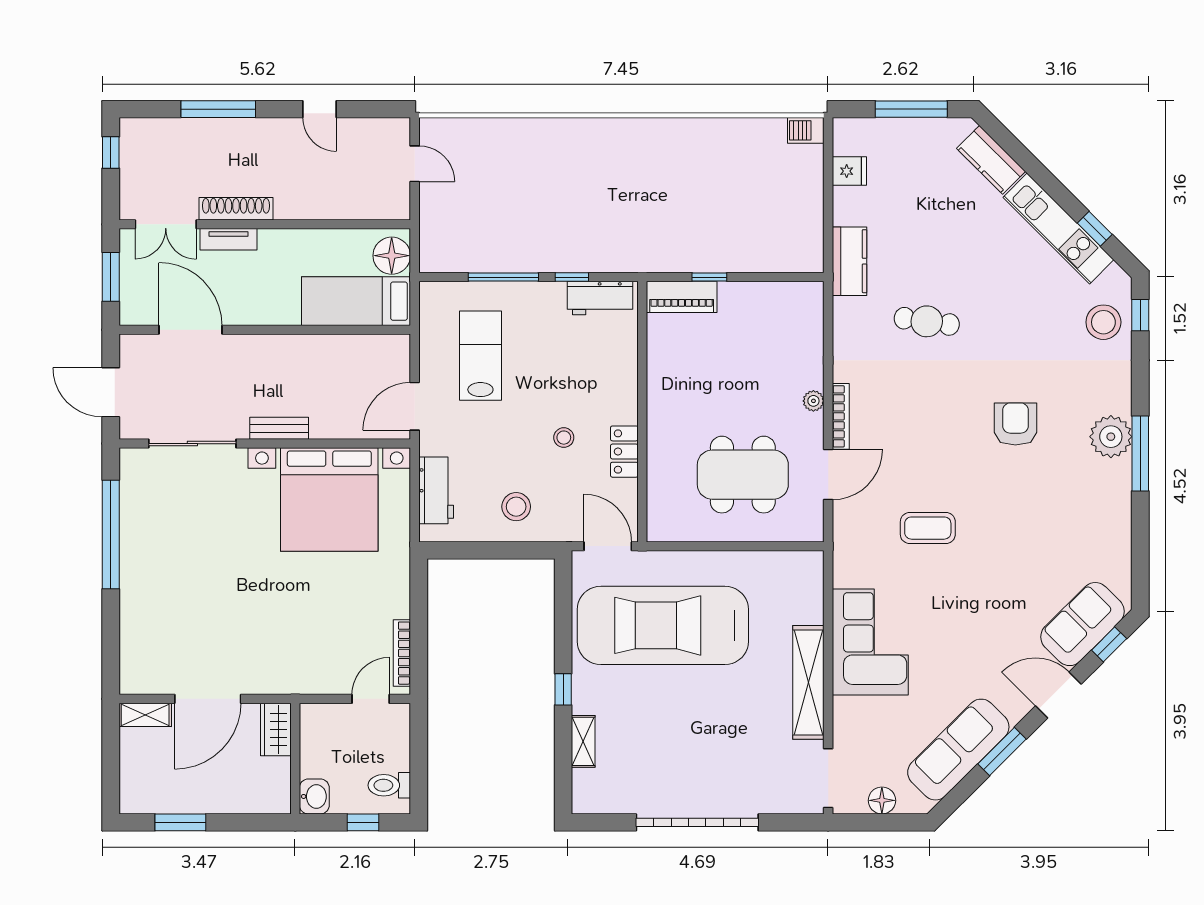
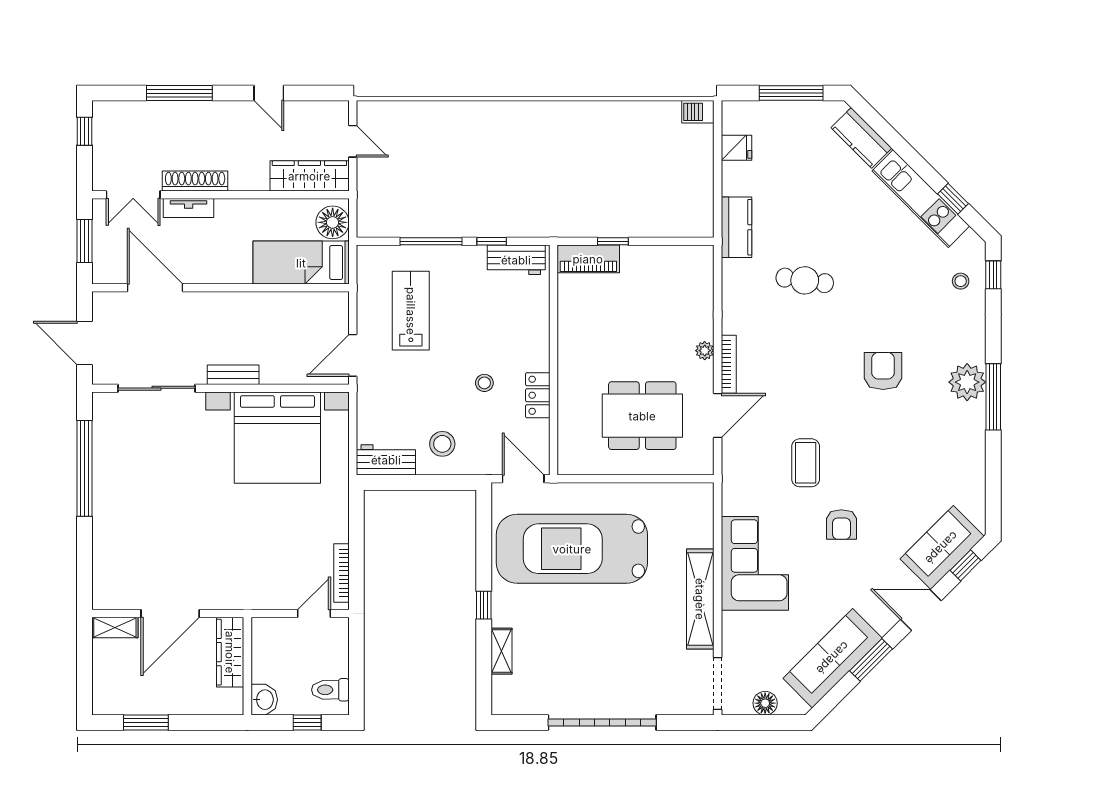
wardrobe: (366, 203) -> (309, 176), added
stool: (1103, 322) -> (961, 281), width x0.53, depth x0.53
workbench: (436, 490) -> (386, 460), moved, turned -90
coffee table: (928, 528) -> (806, 463), turned 90
armchair: (968, 598) -> (841, 524), added
wardrobe: (276, 729) -> (230, 652), width x1.50

